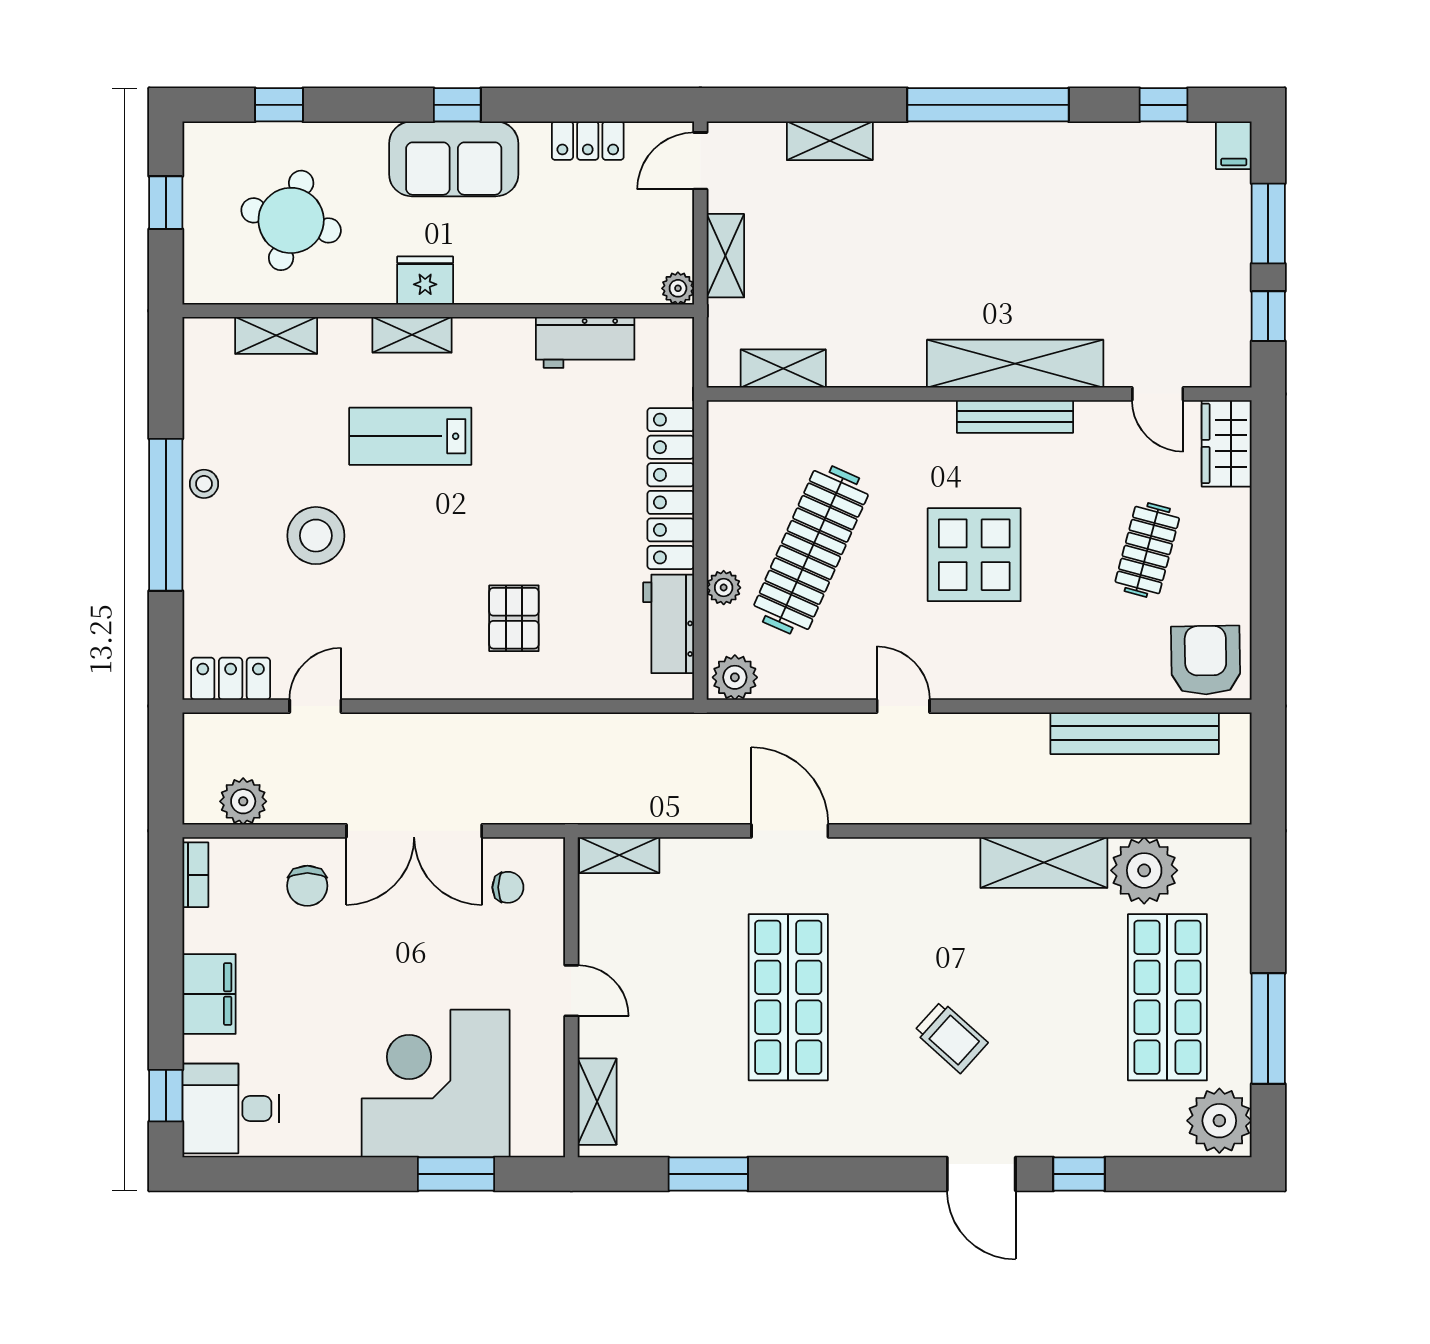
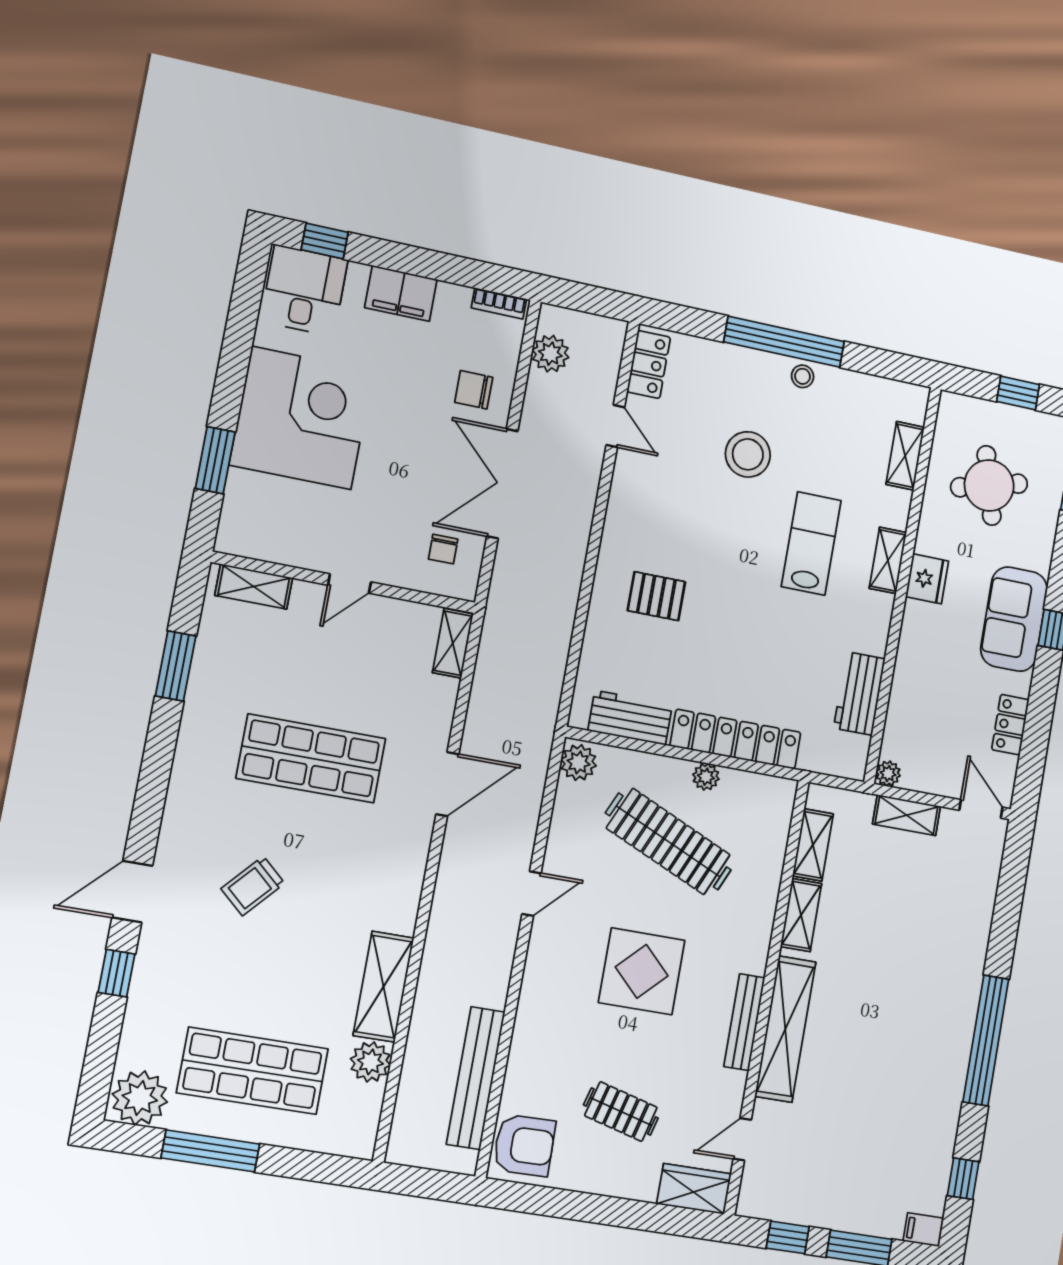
shelving: (830, 141) -> (801, 915), moved
round table: (291, 220) -> (989, 485), turned -30
plant: (724, 588) -> (706, 777), moved
plant: (1144, 870) -> (371, 1062), width x0.73, depth x0.73
corner desk: (436, 1084) -> (301, 418), moved

